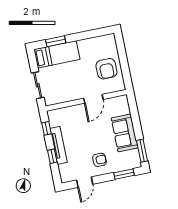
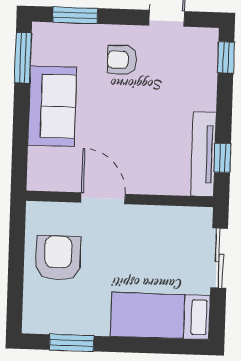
window: (56, 41) -> (72, 343), moved
door: (93, 99) -> (103, 198), hinge flipped
tv unit: (59, 145) -> (203, 154), moved
window: (52, 156) -> (226, 57), moved

